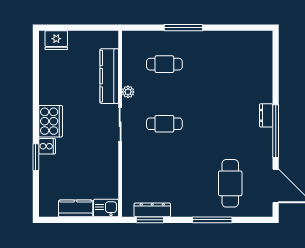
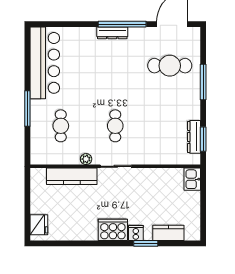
bar counter: (233, 47) -> (45, 63), added
dresser: (266, 115) -> (112, 33), width x1.44
kitchen counter: (76, 208) -> (168, 233), moved, turned 90

